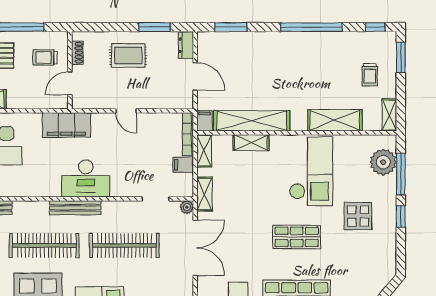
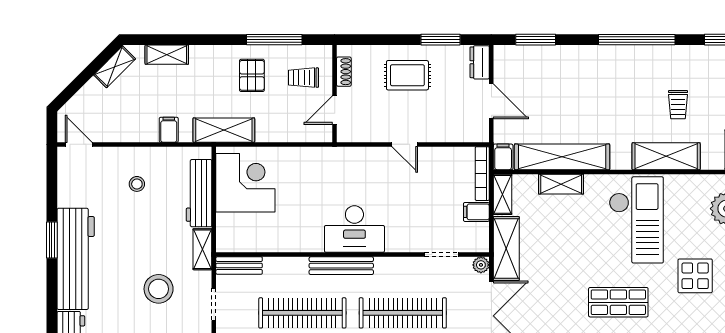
trolley: (370, 75) -> (678, 105), moved
filing cabinet: (66, 125) -> (330, 162), removed
shelving: (205, 194) -> (506, 249), width x1.50, depth x1.33

